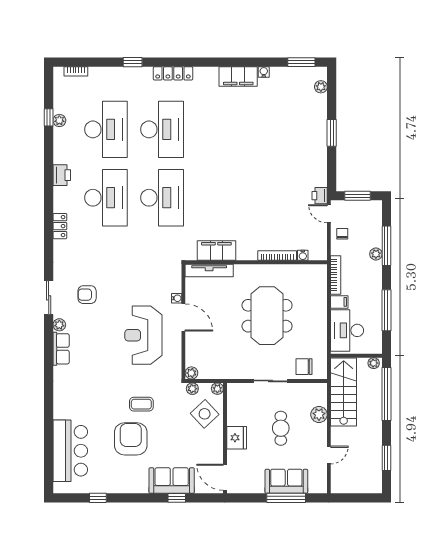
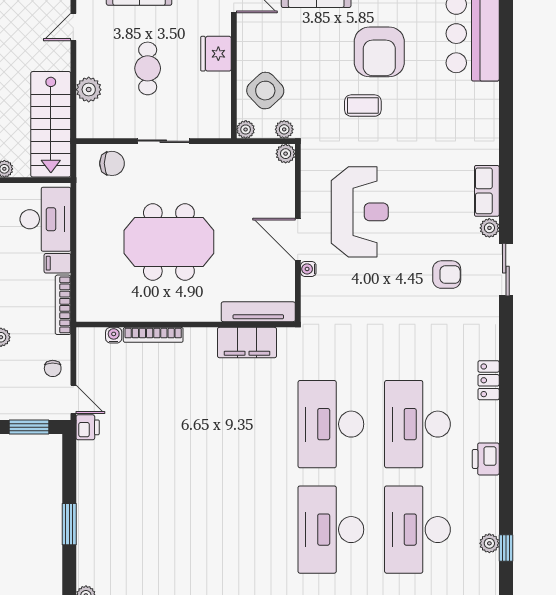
meeting table: (267, 316) -> (169, 242), turned 90

